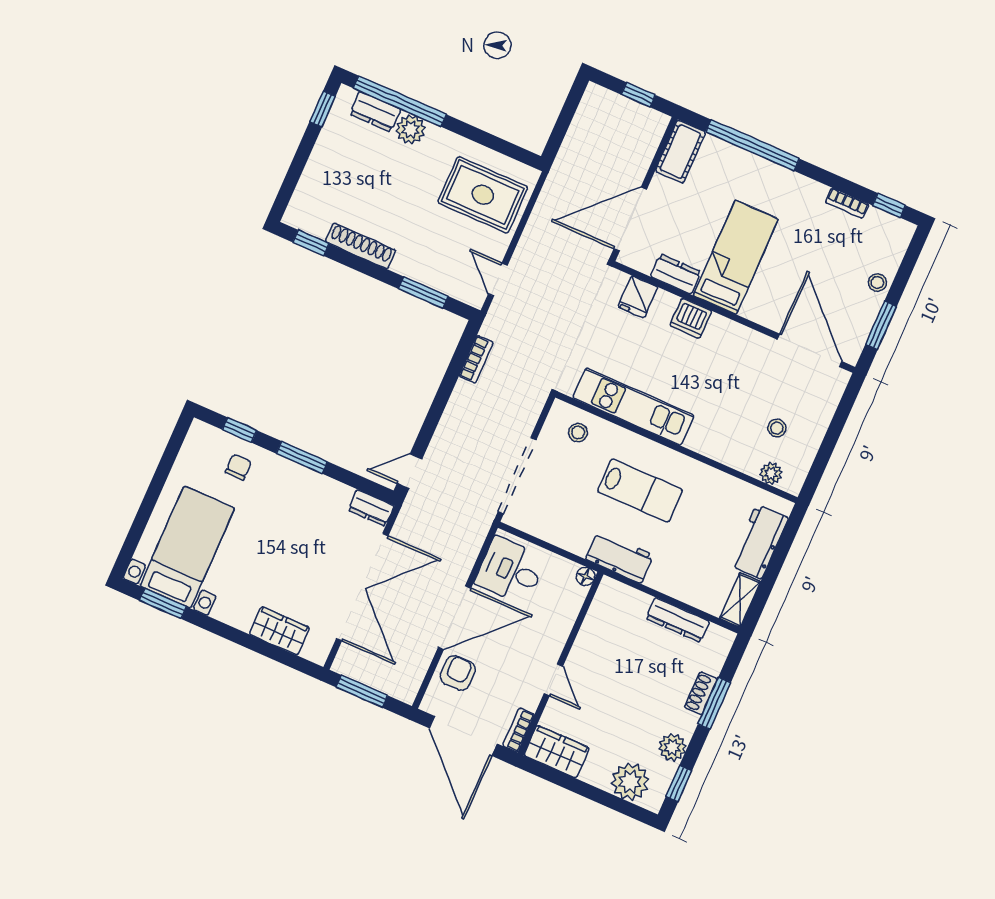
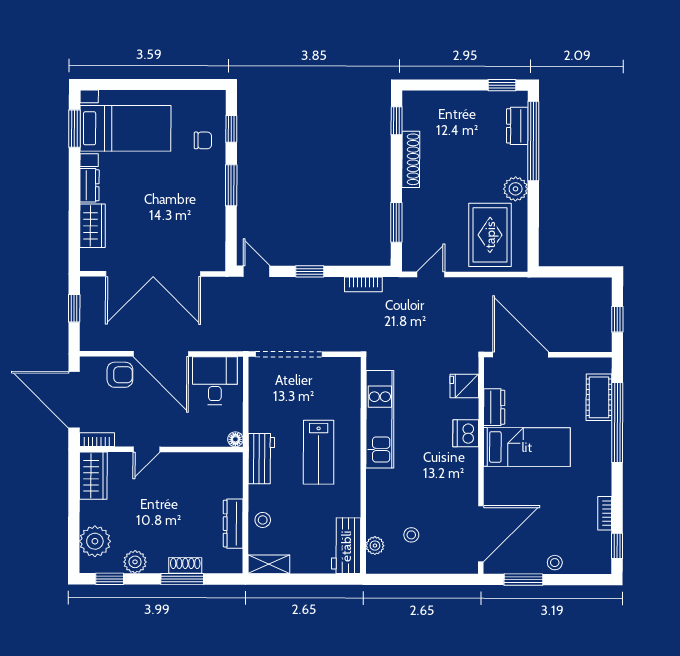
plant: (411, 129) -> (516, 189), moved
cot: (680, 152) -> (599, 397), moved, turned 90
window: (435, 412) -> (310, 271), added
stool: (578, 433) -> (263, 520), moved
dresser: (371, 508) -> (89, 185), moved, turned 180
workbench: (759, 542) -> (346, 546), moved, turned -90
window: (362, 691) -> (74, 308), width x0.67
door: (463, 736) -> (74, 400), hinge flipped

